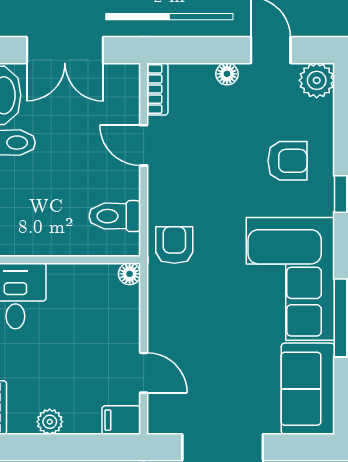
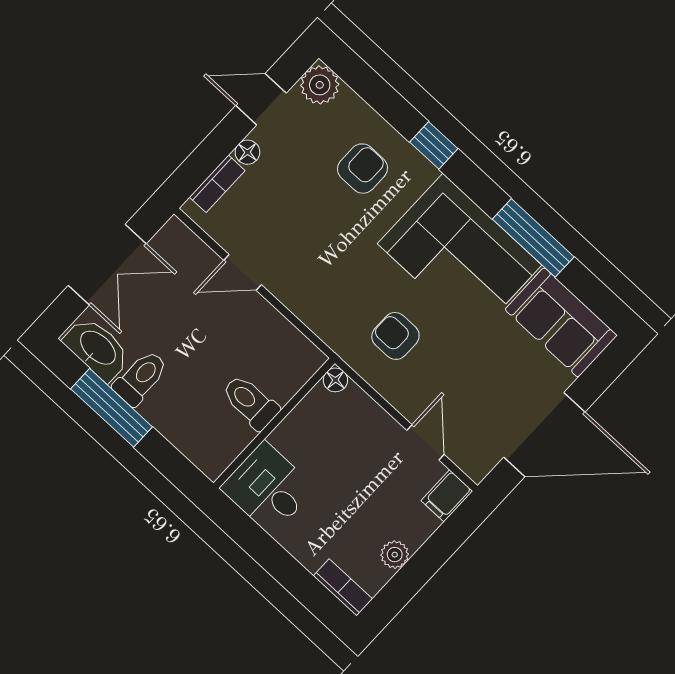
bookcase: (157, 89) -> (217, 184), moved, turned 90
toilet: (115, 216) -> (250, 402), moved, turned 90
armchair: (174, 245) -> (395, 336), moved
door: (144, 373) -> (425, 442), hinge flipped

